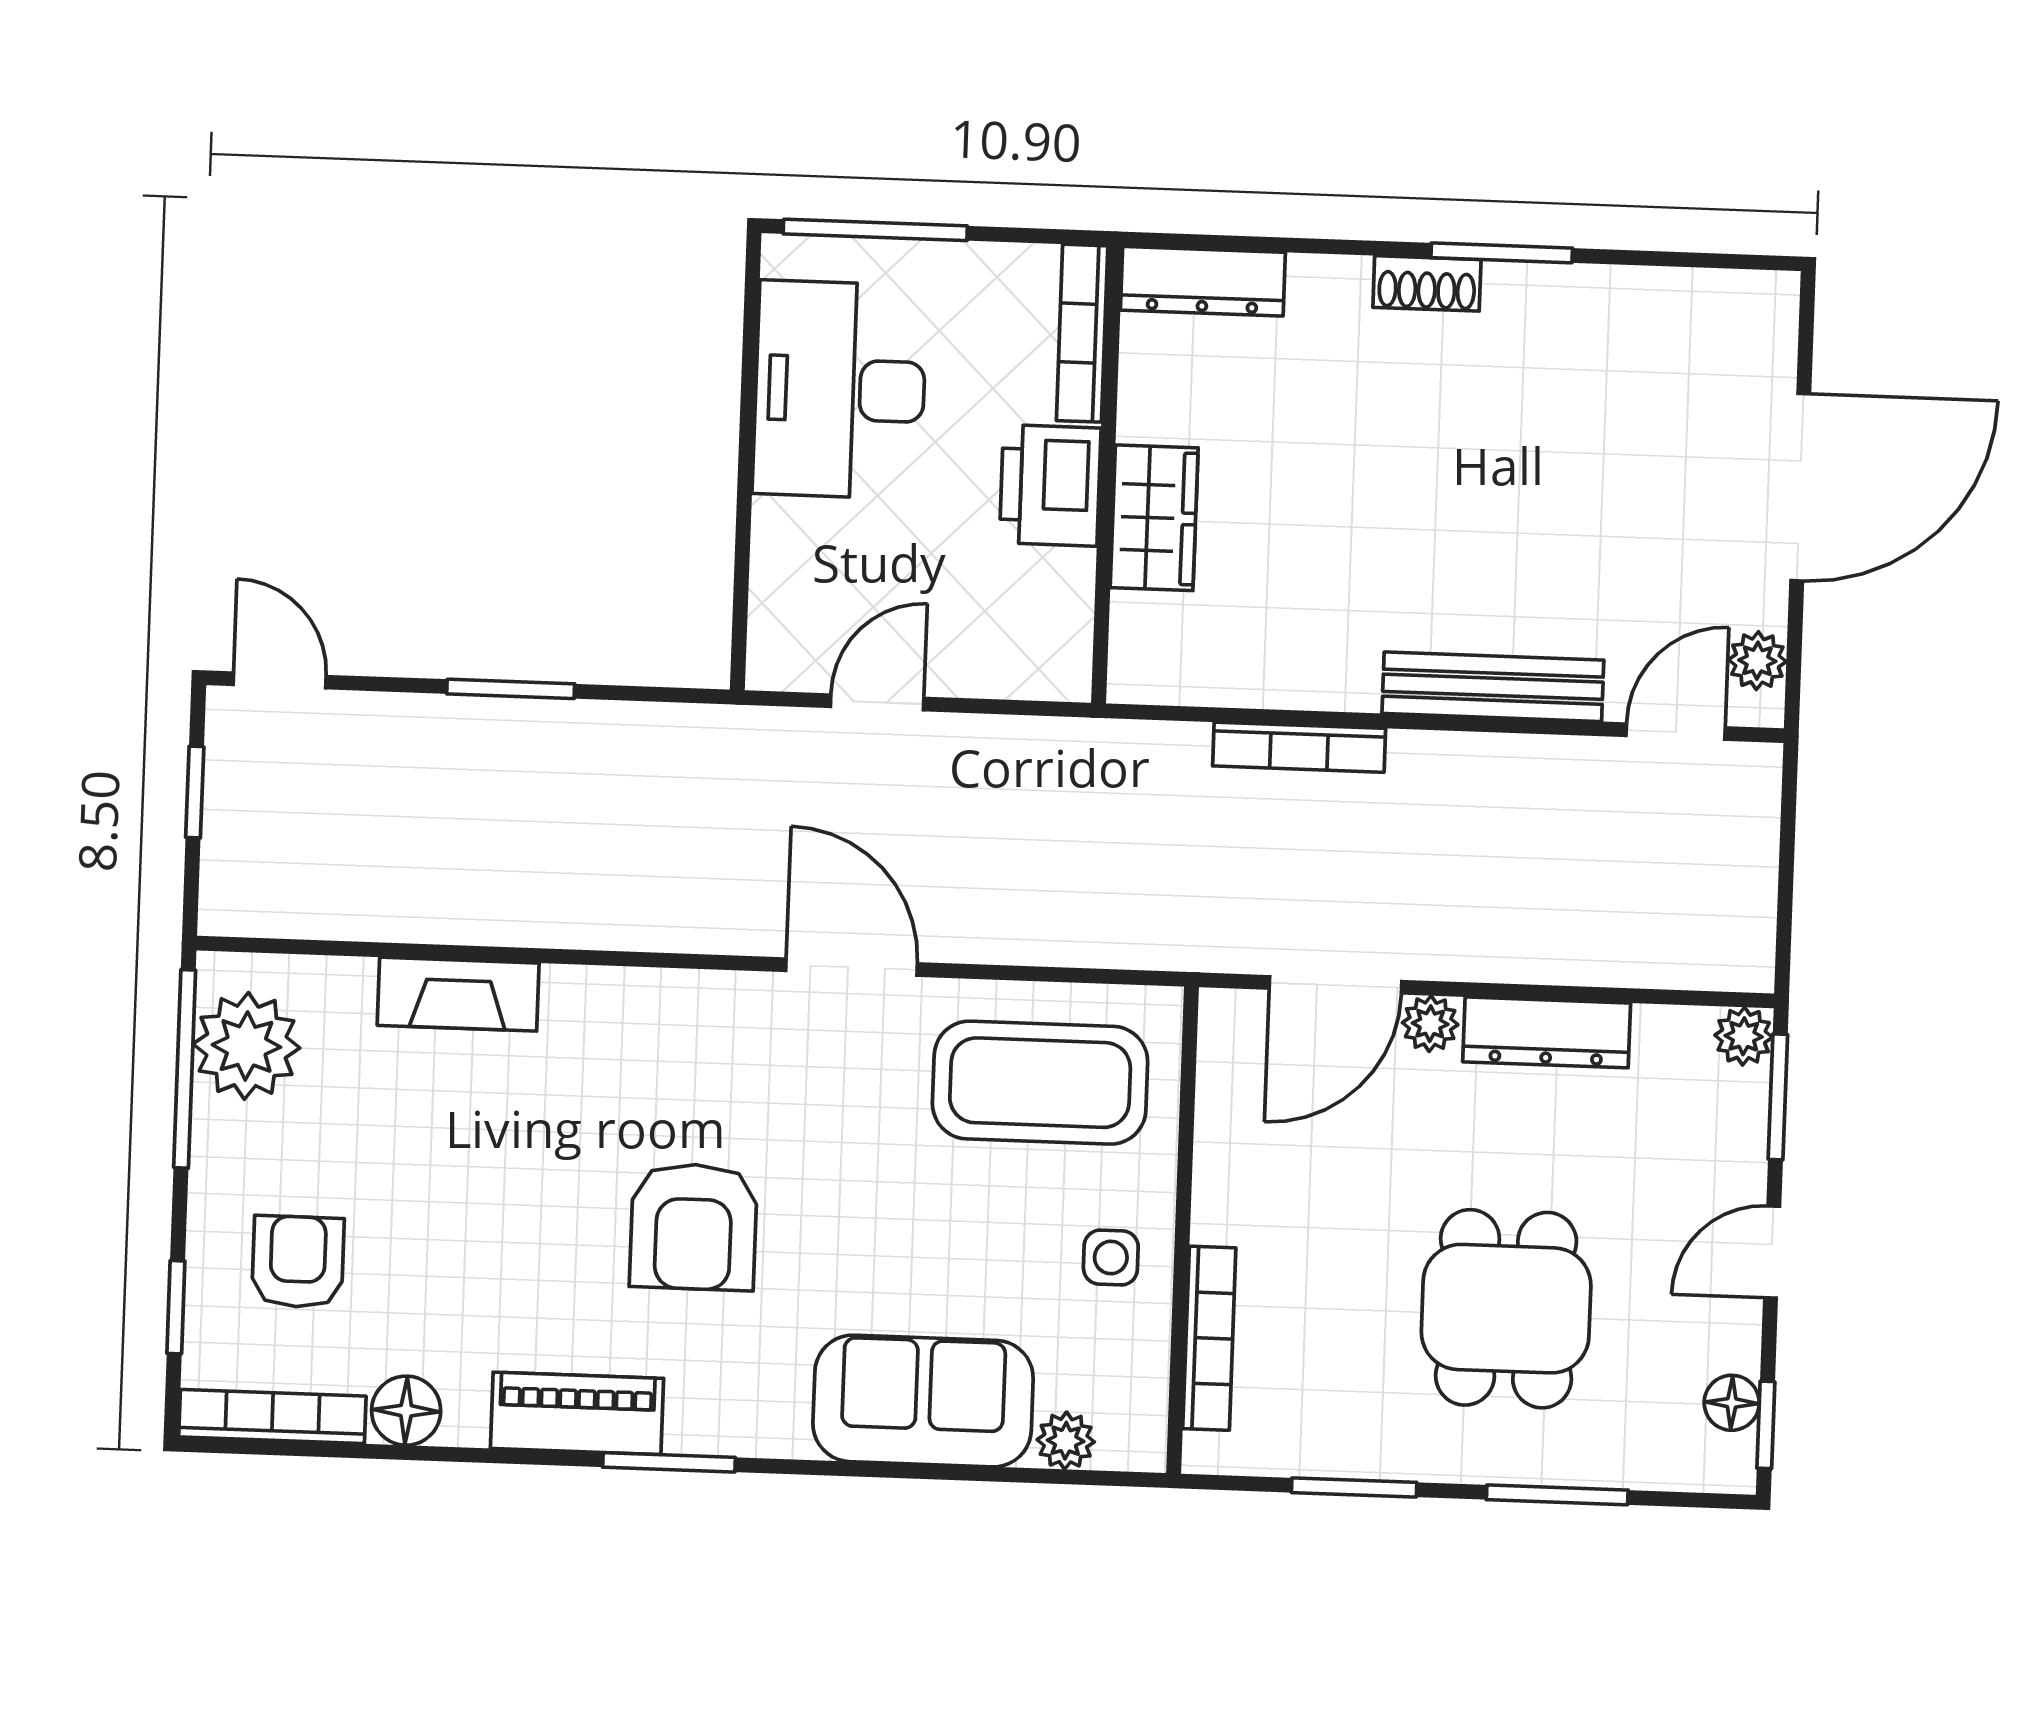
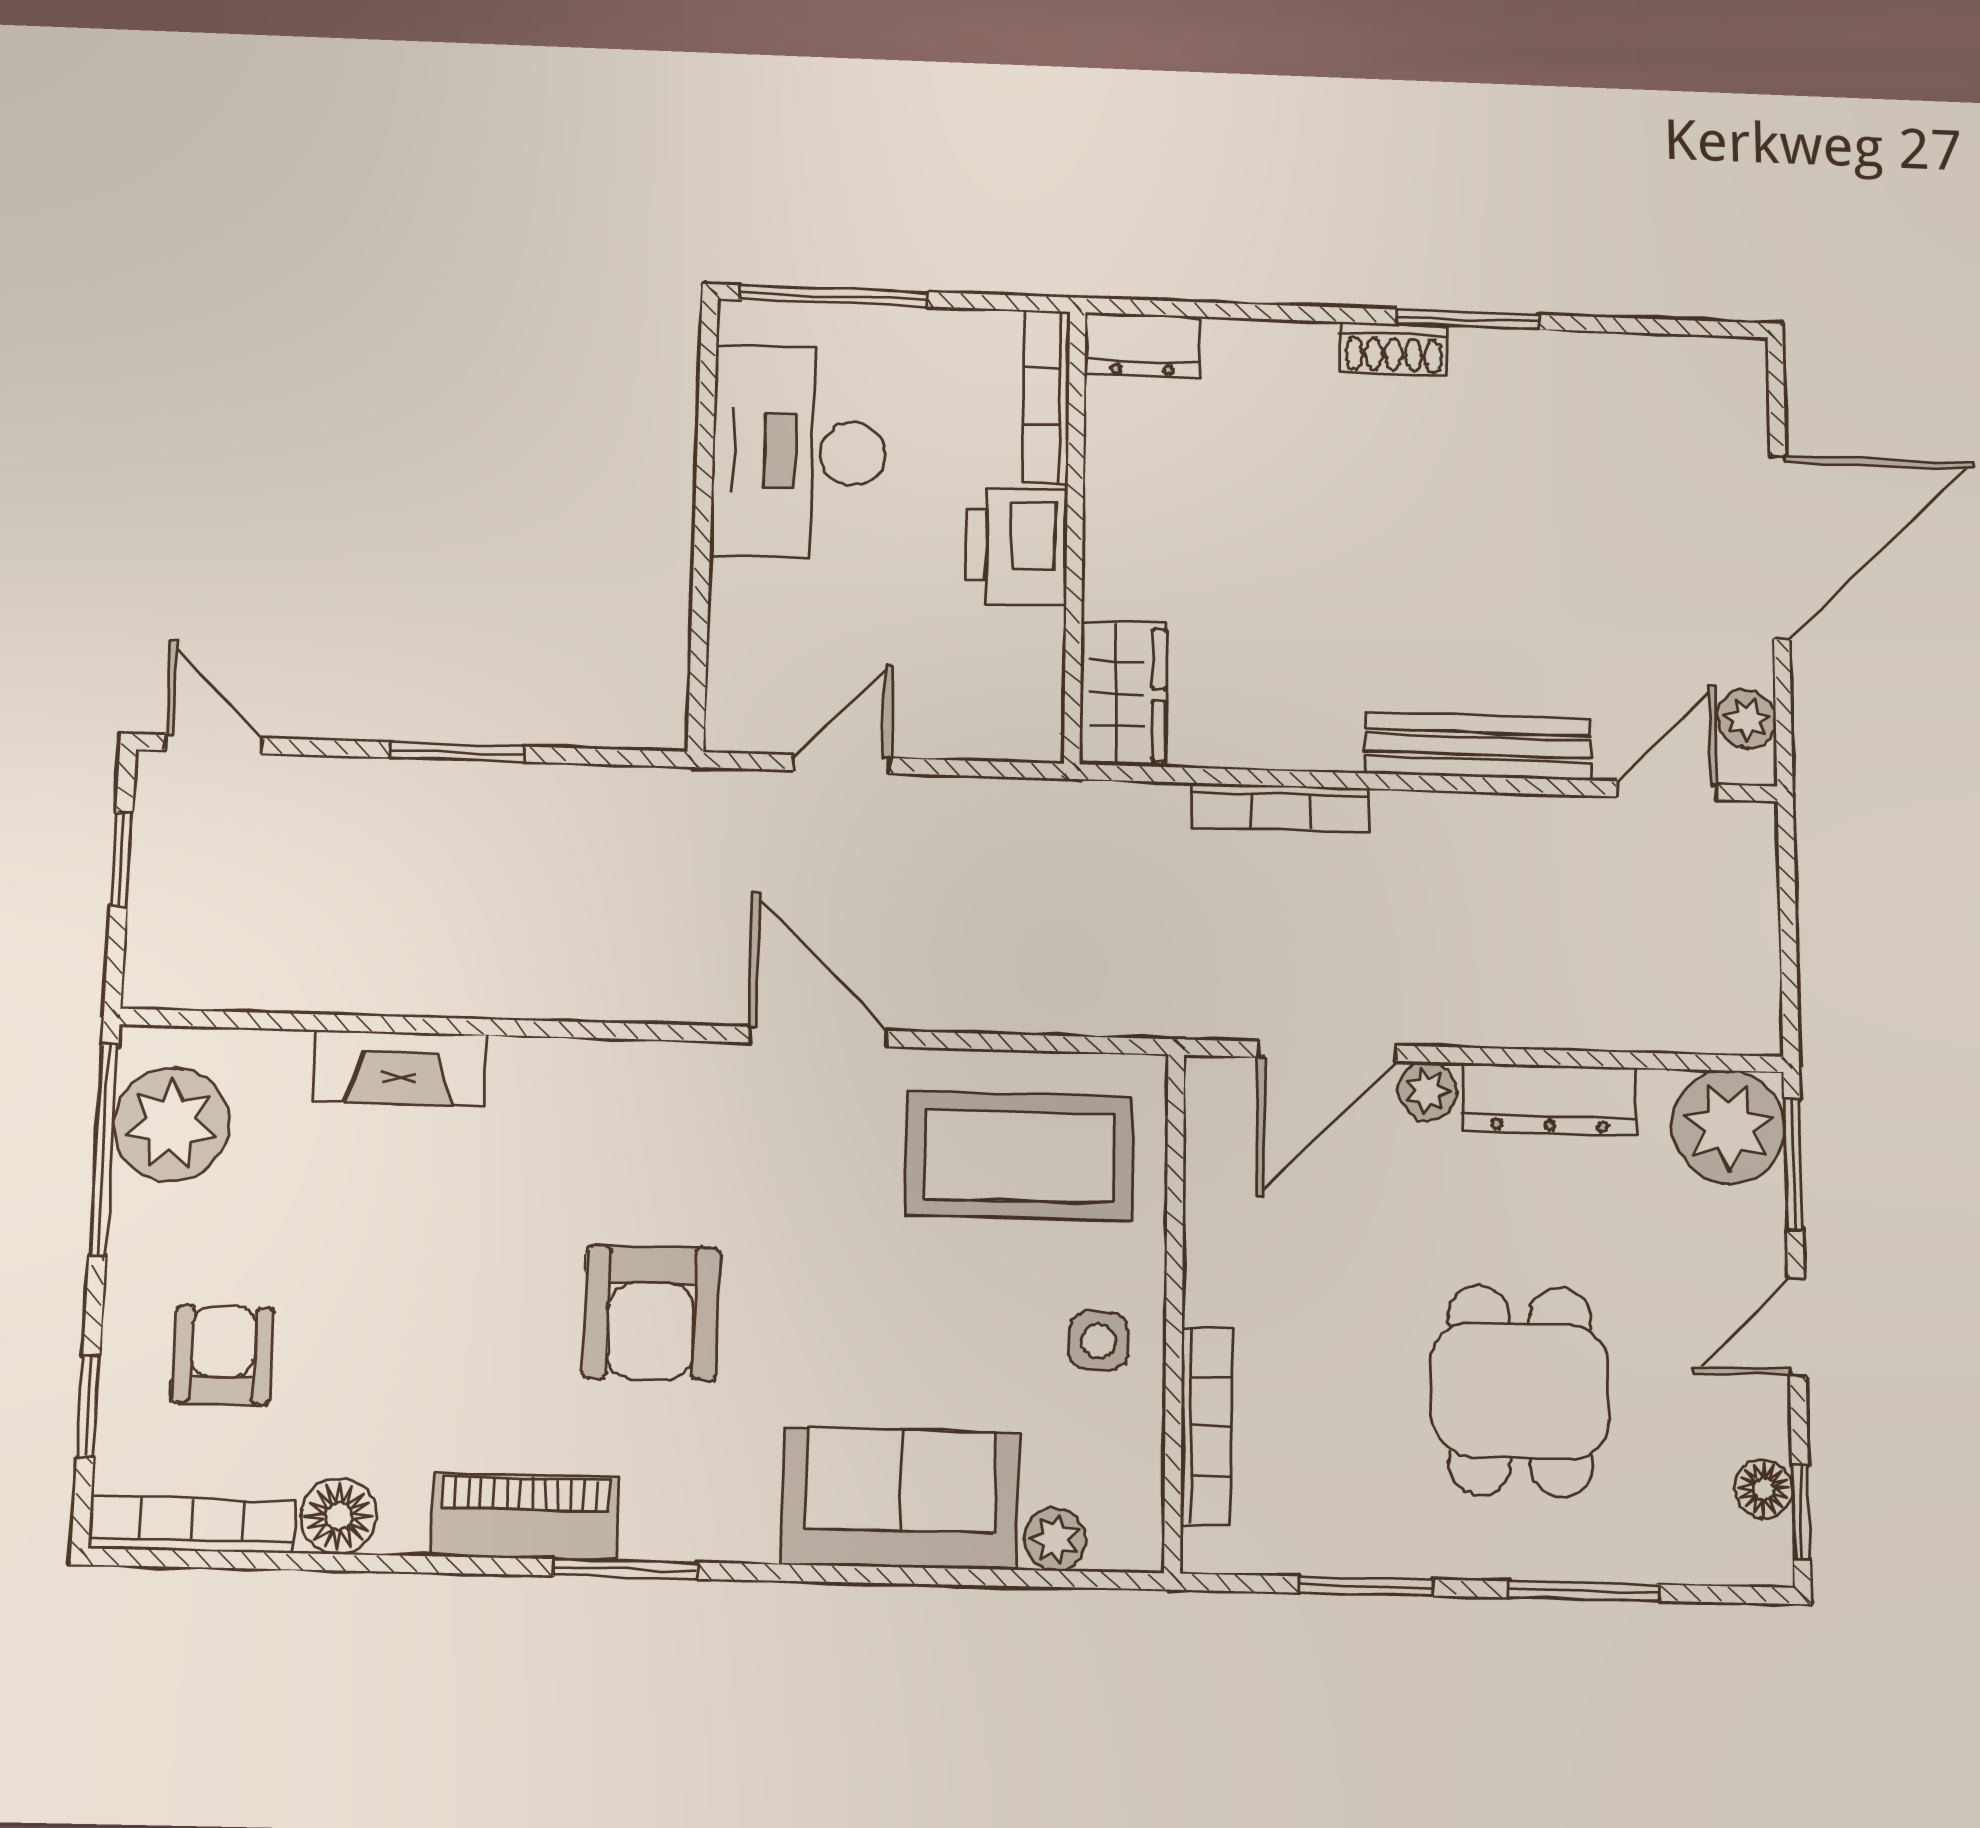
dresser: (1203, 281) -> (1142, 345), width x0.70
wardrobe: (1154, 518) -> (1123, 694), moved
plant: (1744, 1036) -> (1728, 1127), width x1.88, depth x1.88

